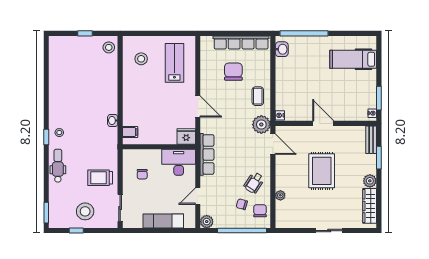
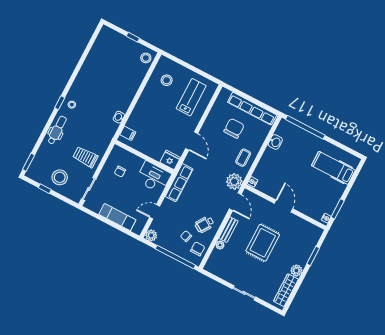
washbasin: (282, 49) -> (275, 142), moved
bench: (371, 140) -> (228, 230), moved

